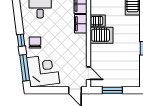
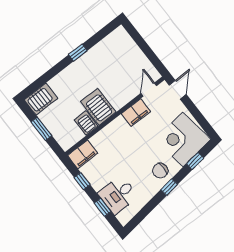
filing cabinet: (81, 24) -> (136, 113), moved
window: (25, 68) -> (195, 161), width x0.46
window: (112, 90) -> (147, 51), removed

